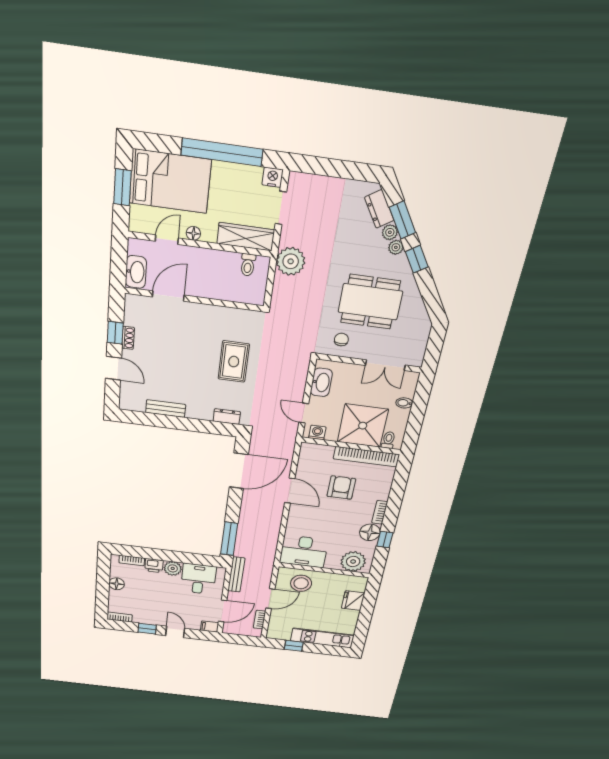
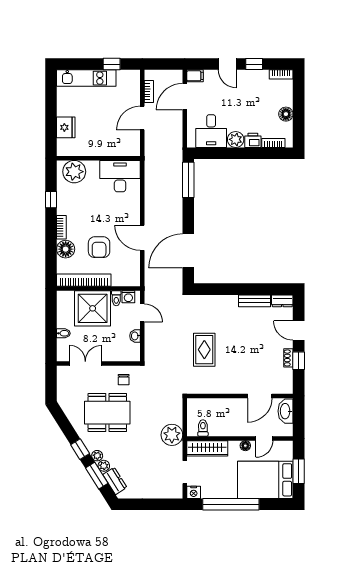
washbasin: (321, 382) -> (135, 336), width x0.52, depth x0.69
dresser: (227, 417) -> (282, 301), moved
toilet: (388, 440) -> (116, 298), moved
floor lamp: (370, 532) -> (66, 249), moved
bench: (236, 574) -> (177, 141), removed
stool: (301, 583) -> (117, 140), removed

